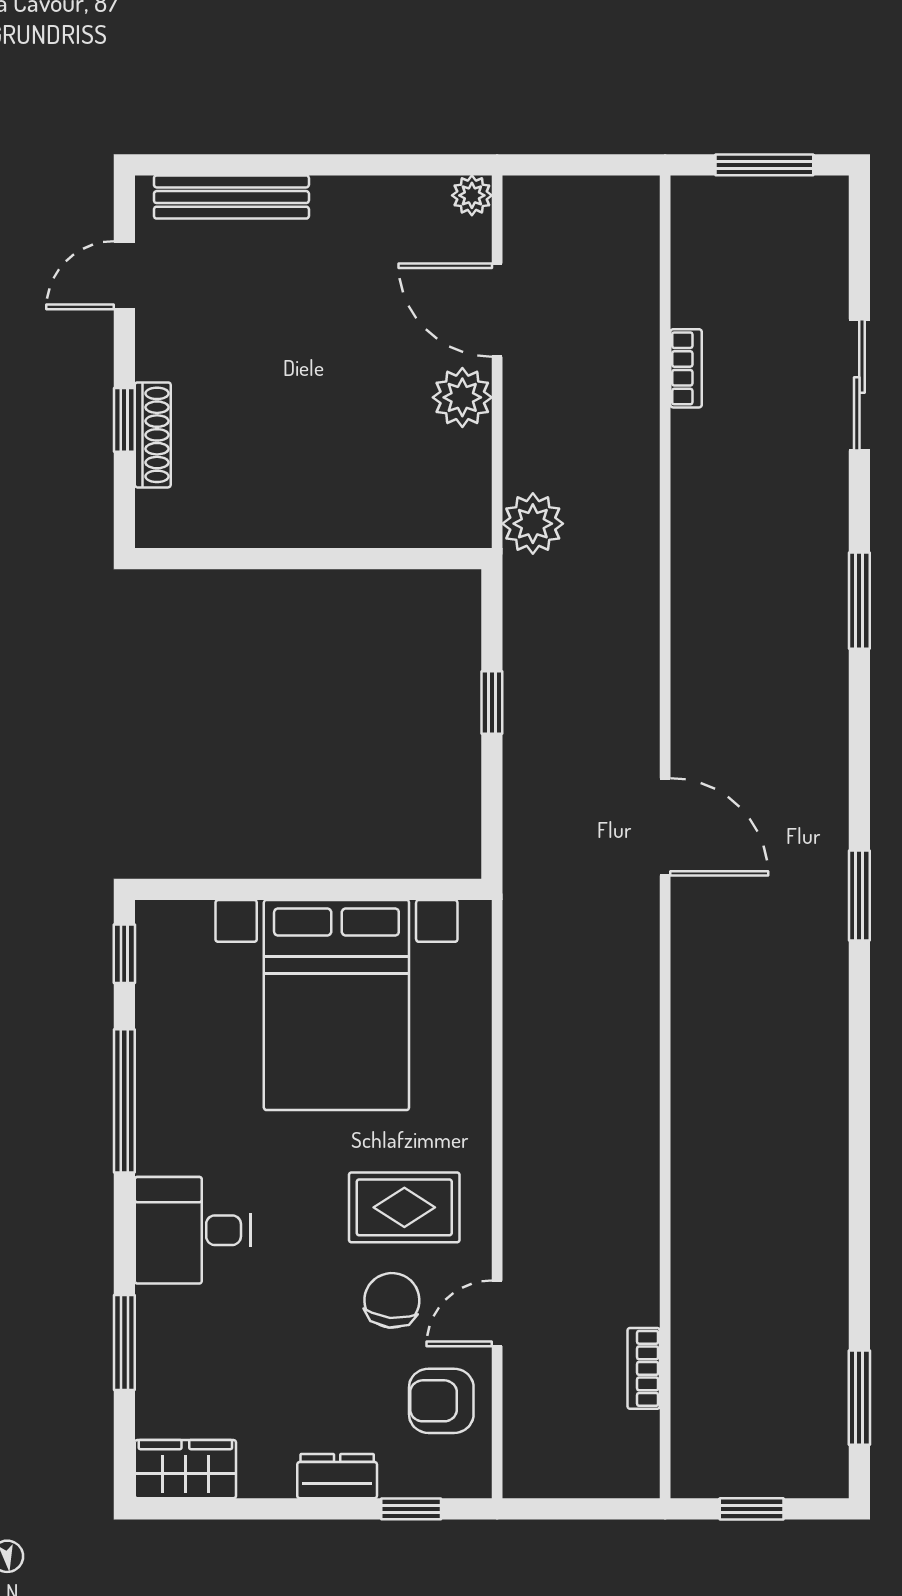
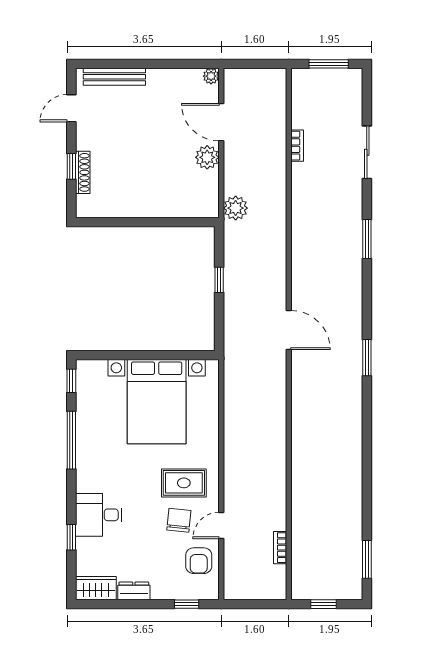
desk: (192, 1230) -> (99, 515), moved
window: (124, 1343) -> (71, 537), width x0.67
armchair: (441, 1401) -> (199, 561), turned -90
dresser: (337, 1476) -> (134, 591), moved

